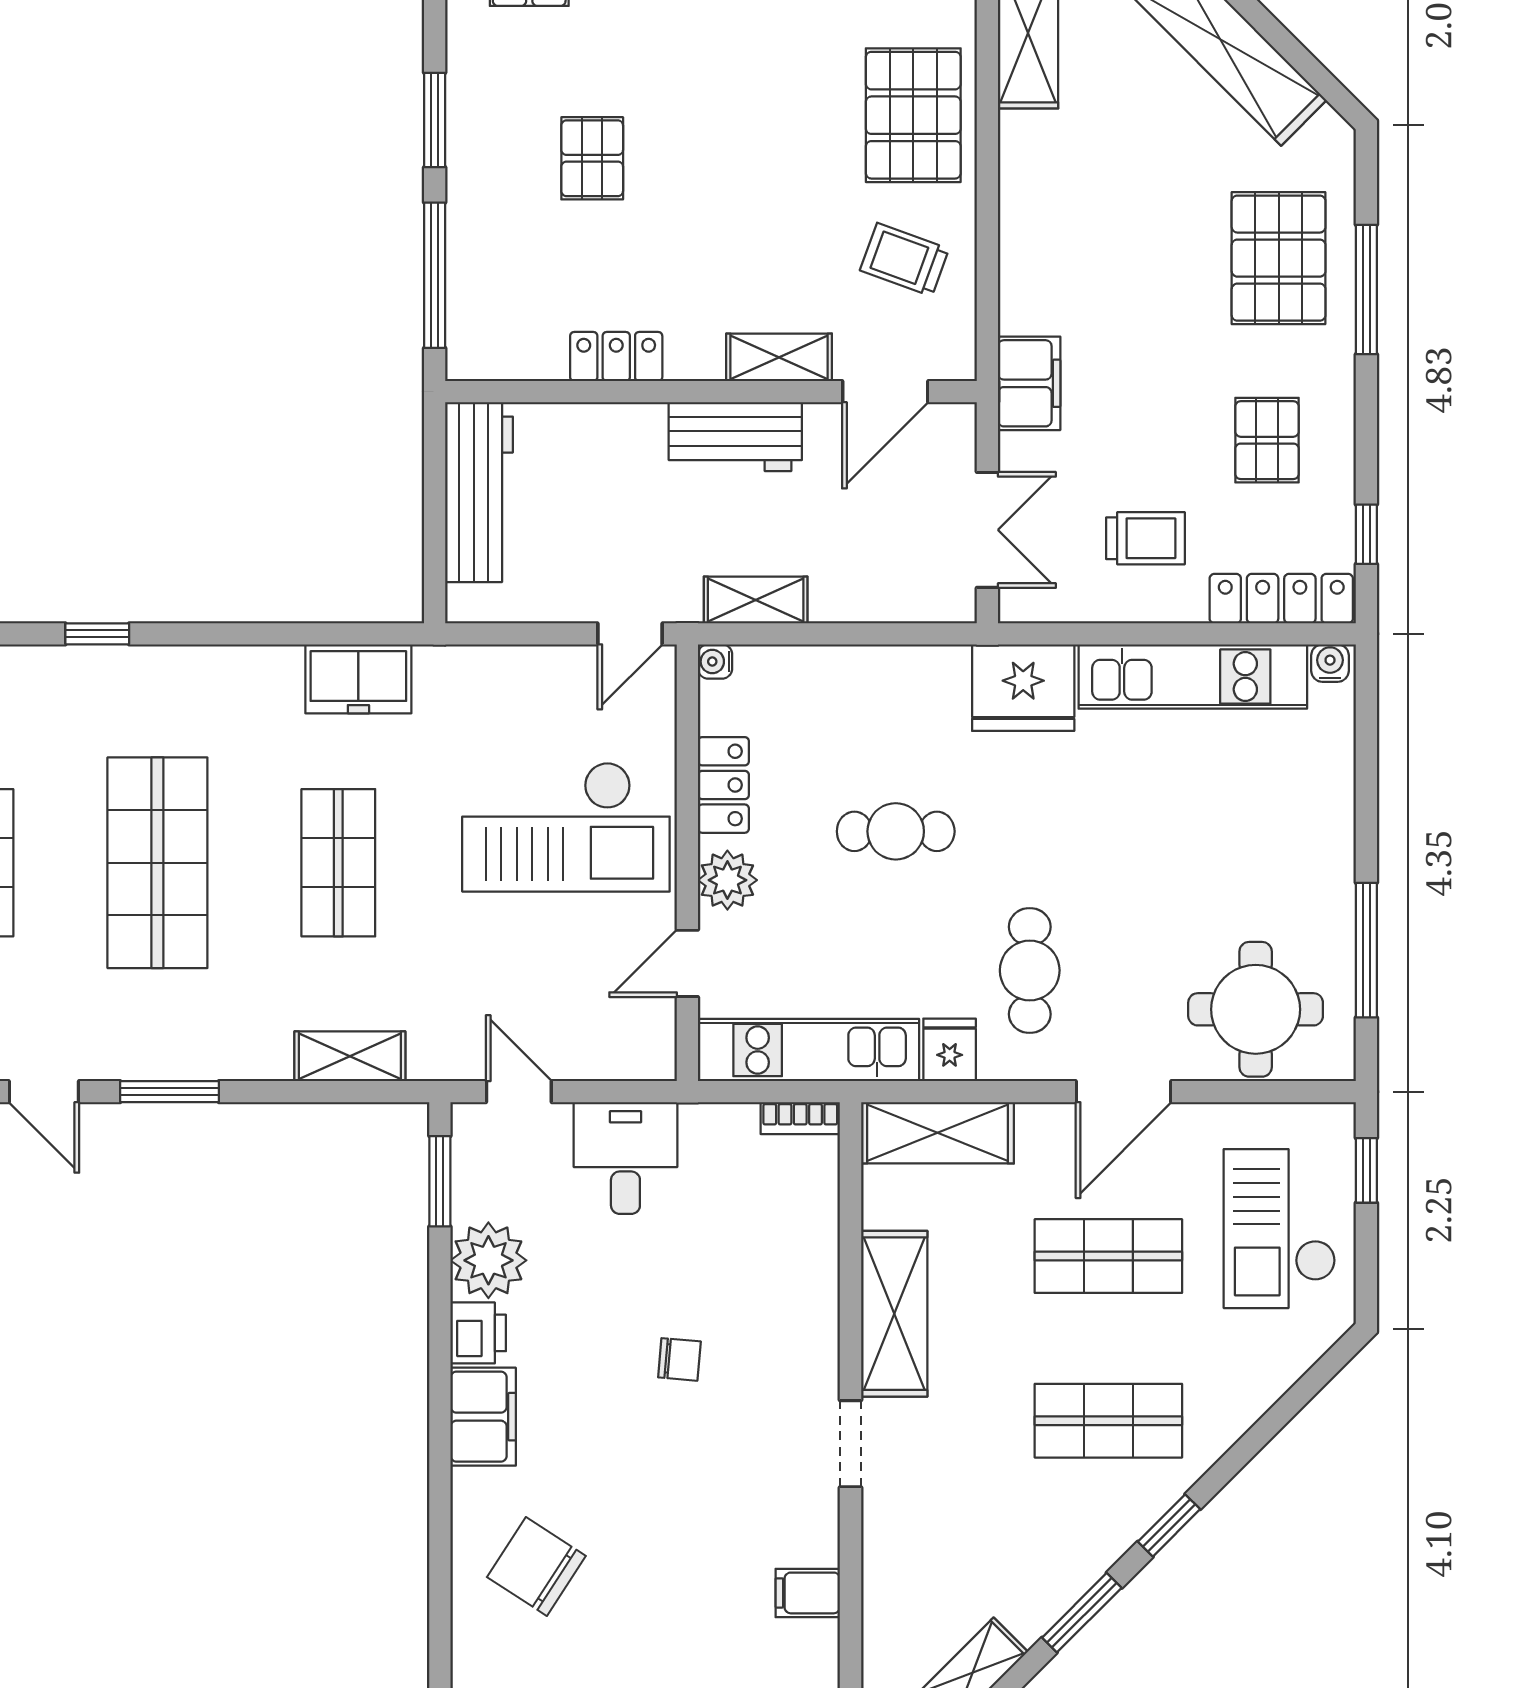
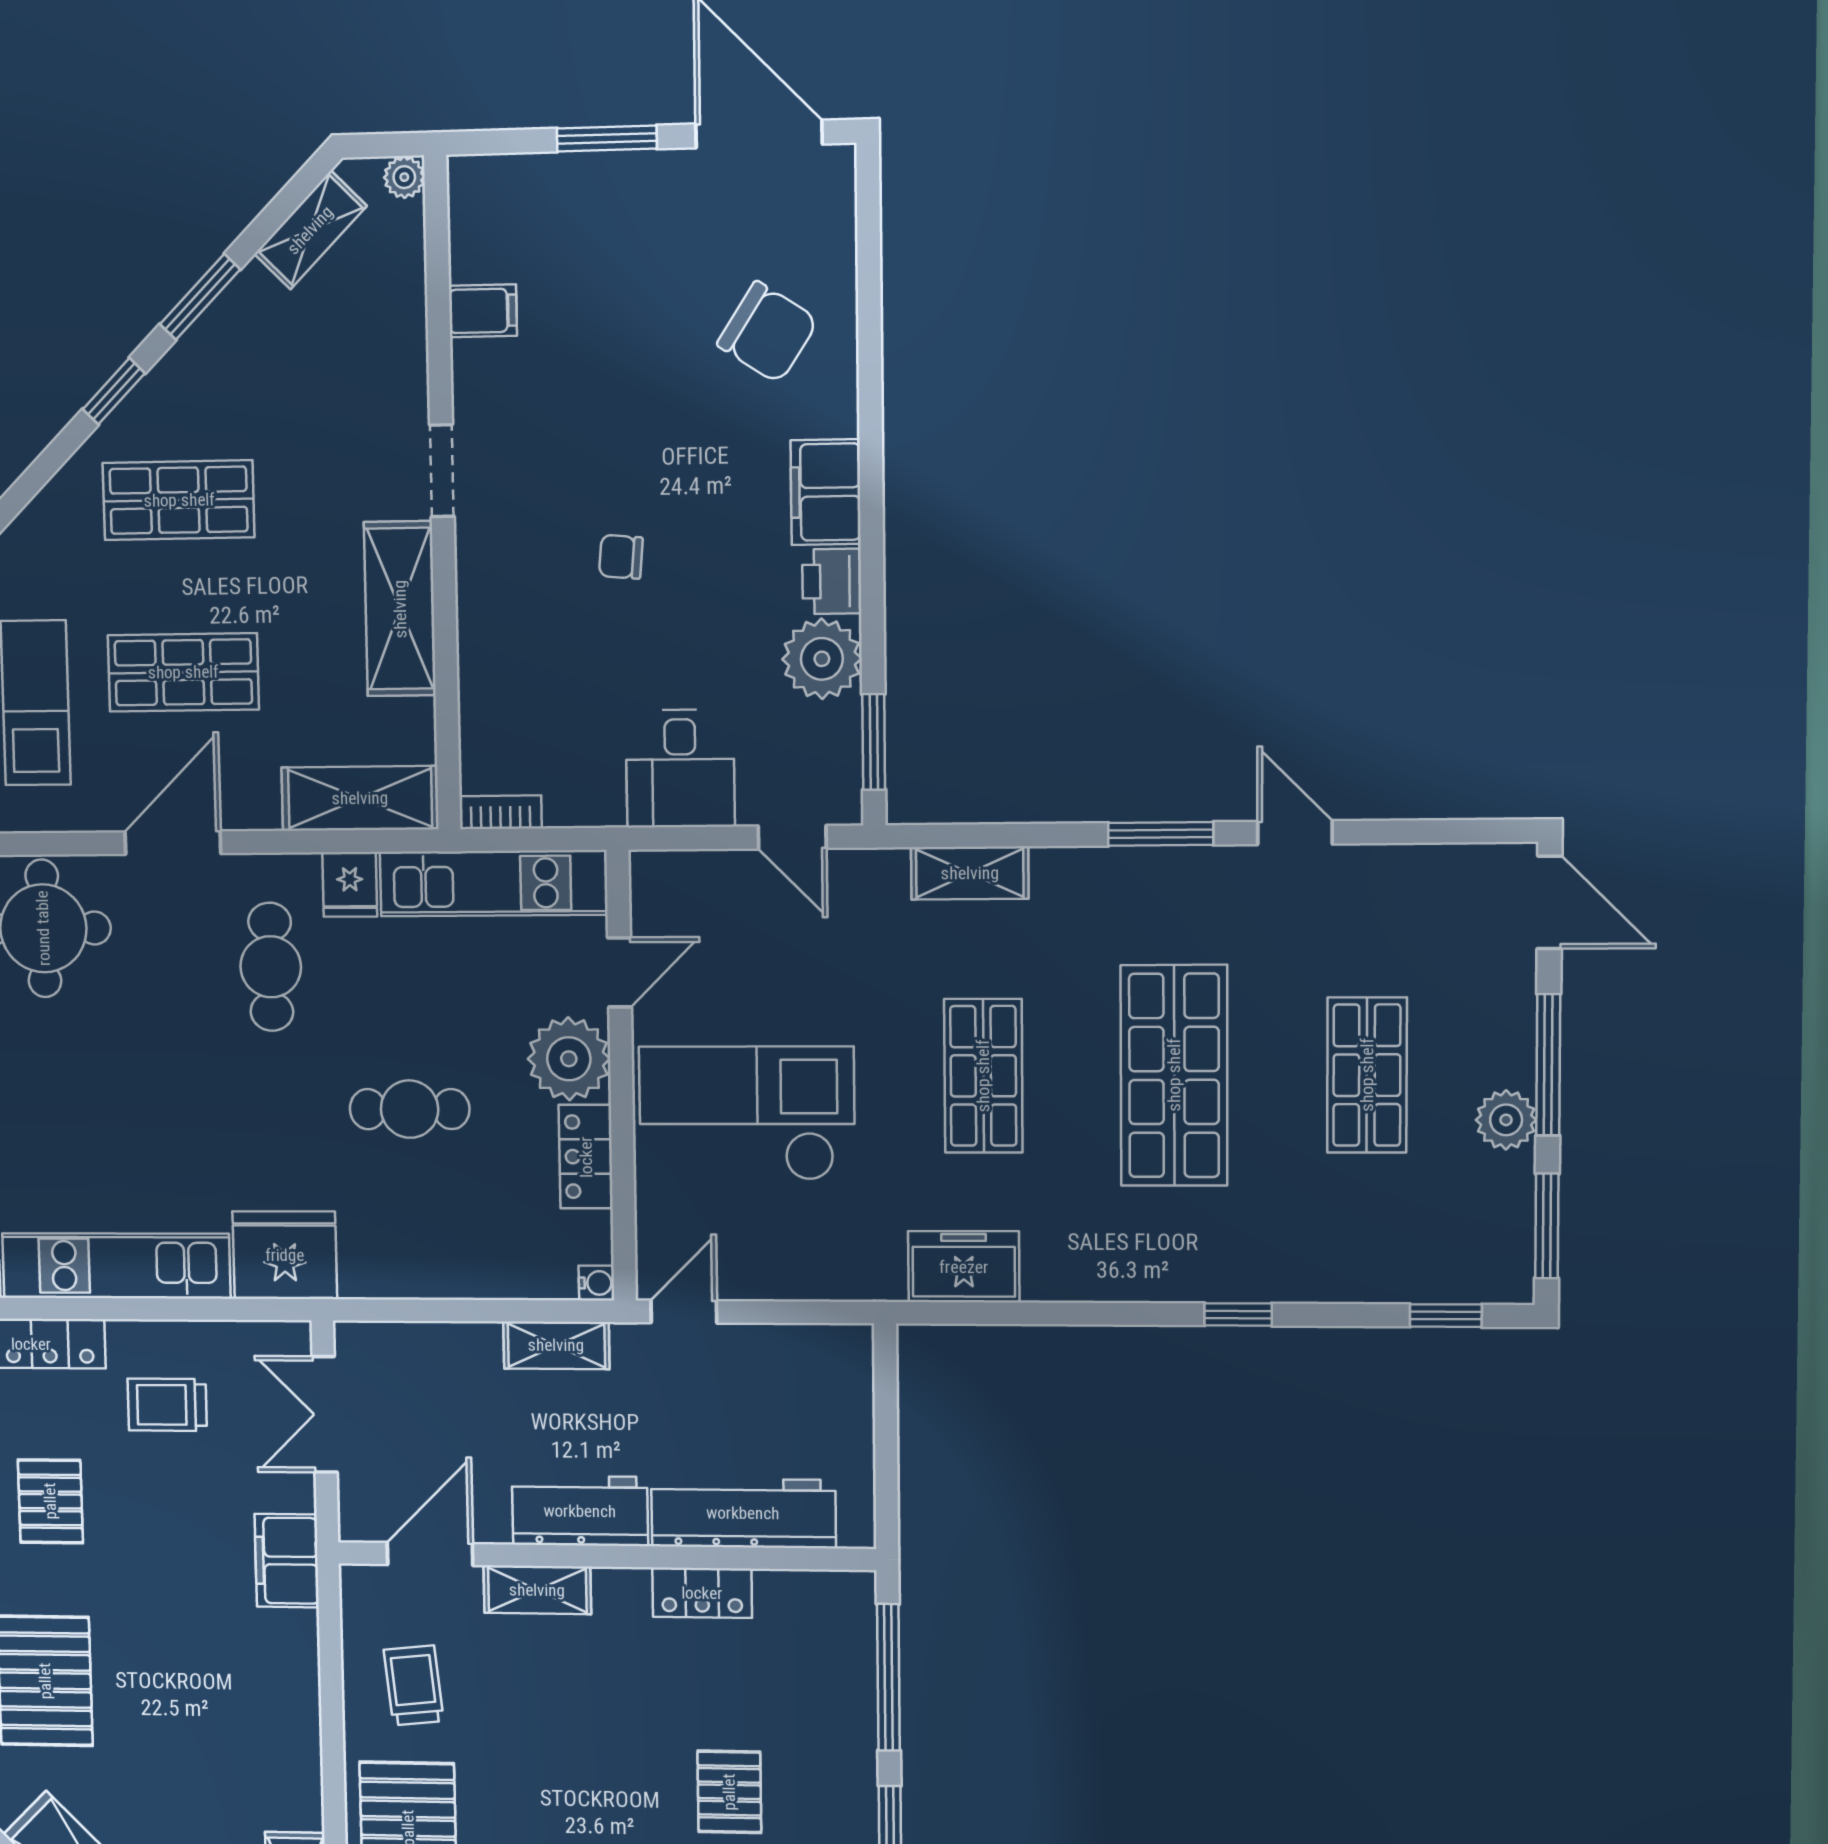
trolley: (904, 260) -> (414, 1685), turned -116
workbench: (479, 492) -> (743, 1513), moved, turned 90
plant: (727, 880) -> (569, 1059), width x1.36, depth x1.36

